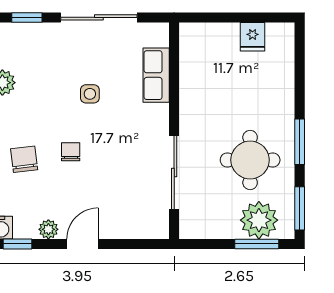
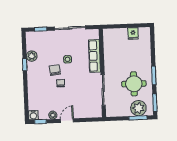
row of seats: (156, 75) -> (94, 56), width x1.48
chair: (24, 159) -> (55, 70), moved

